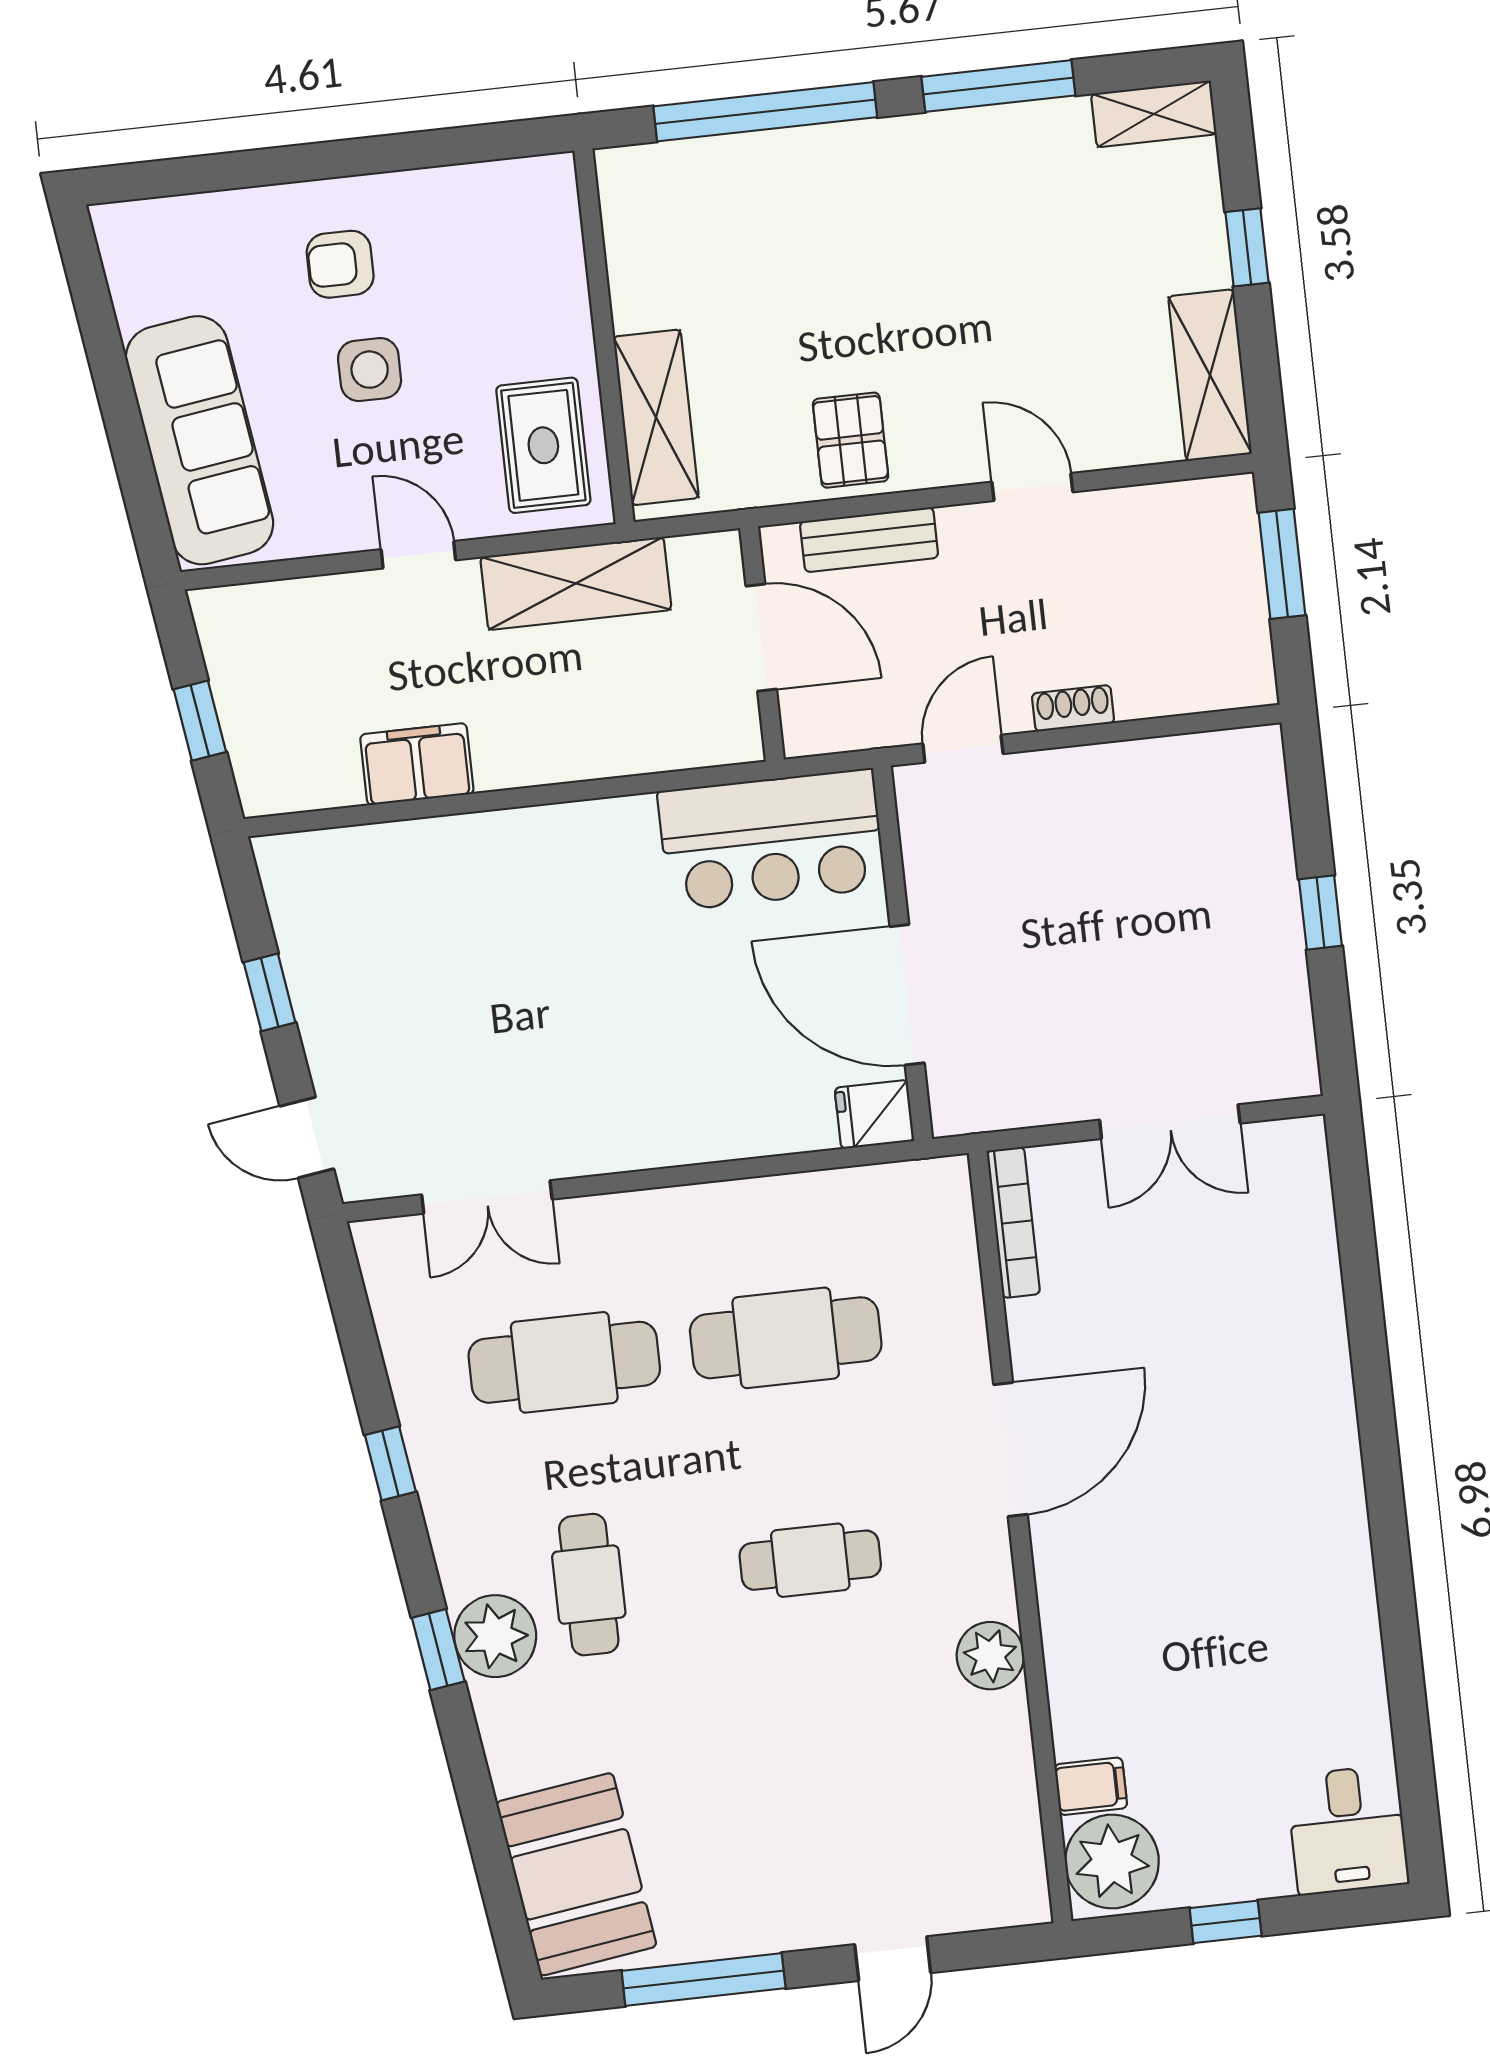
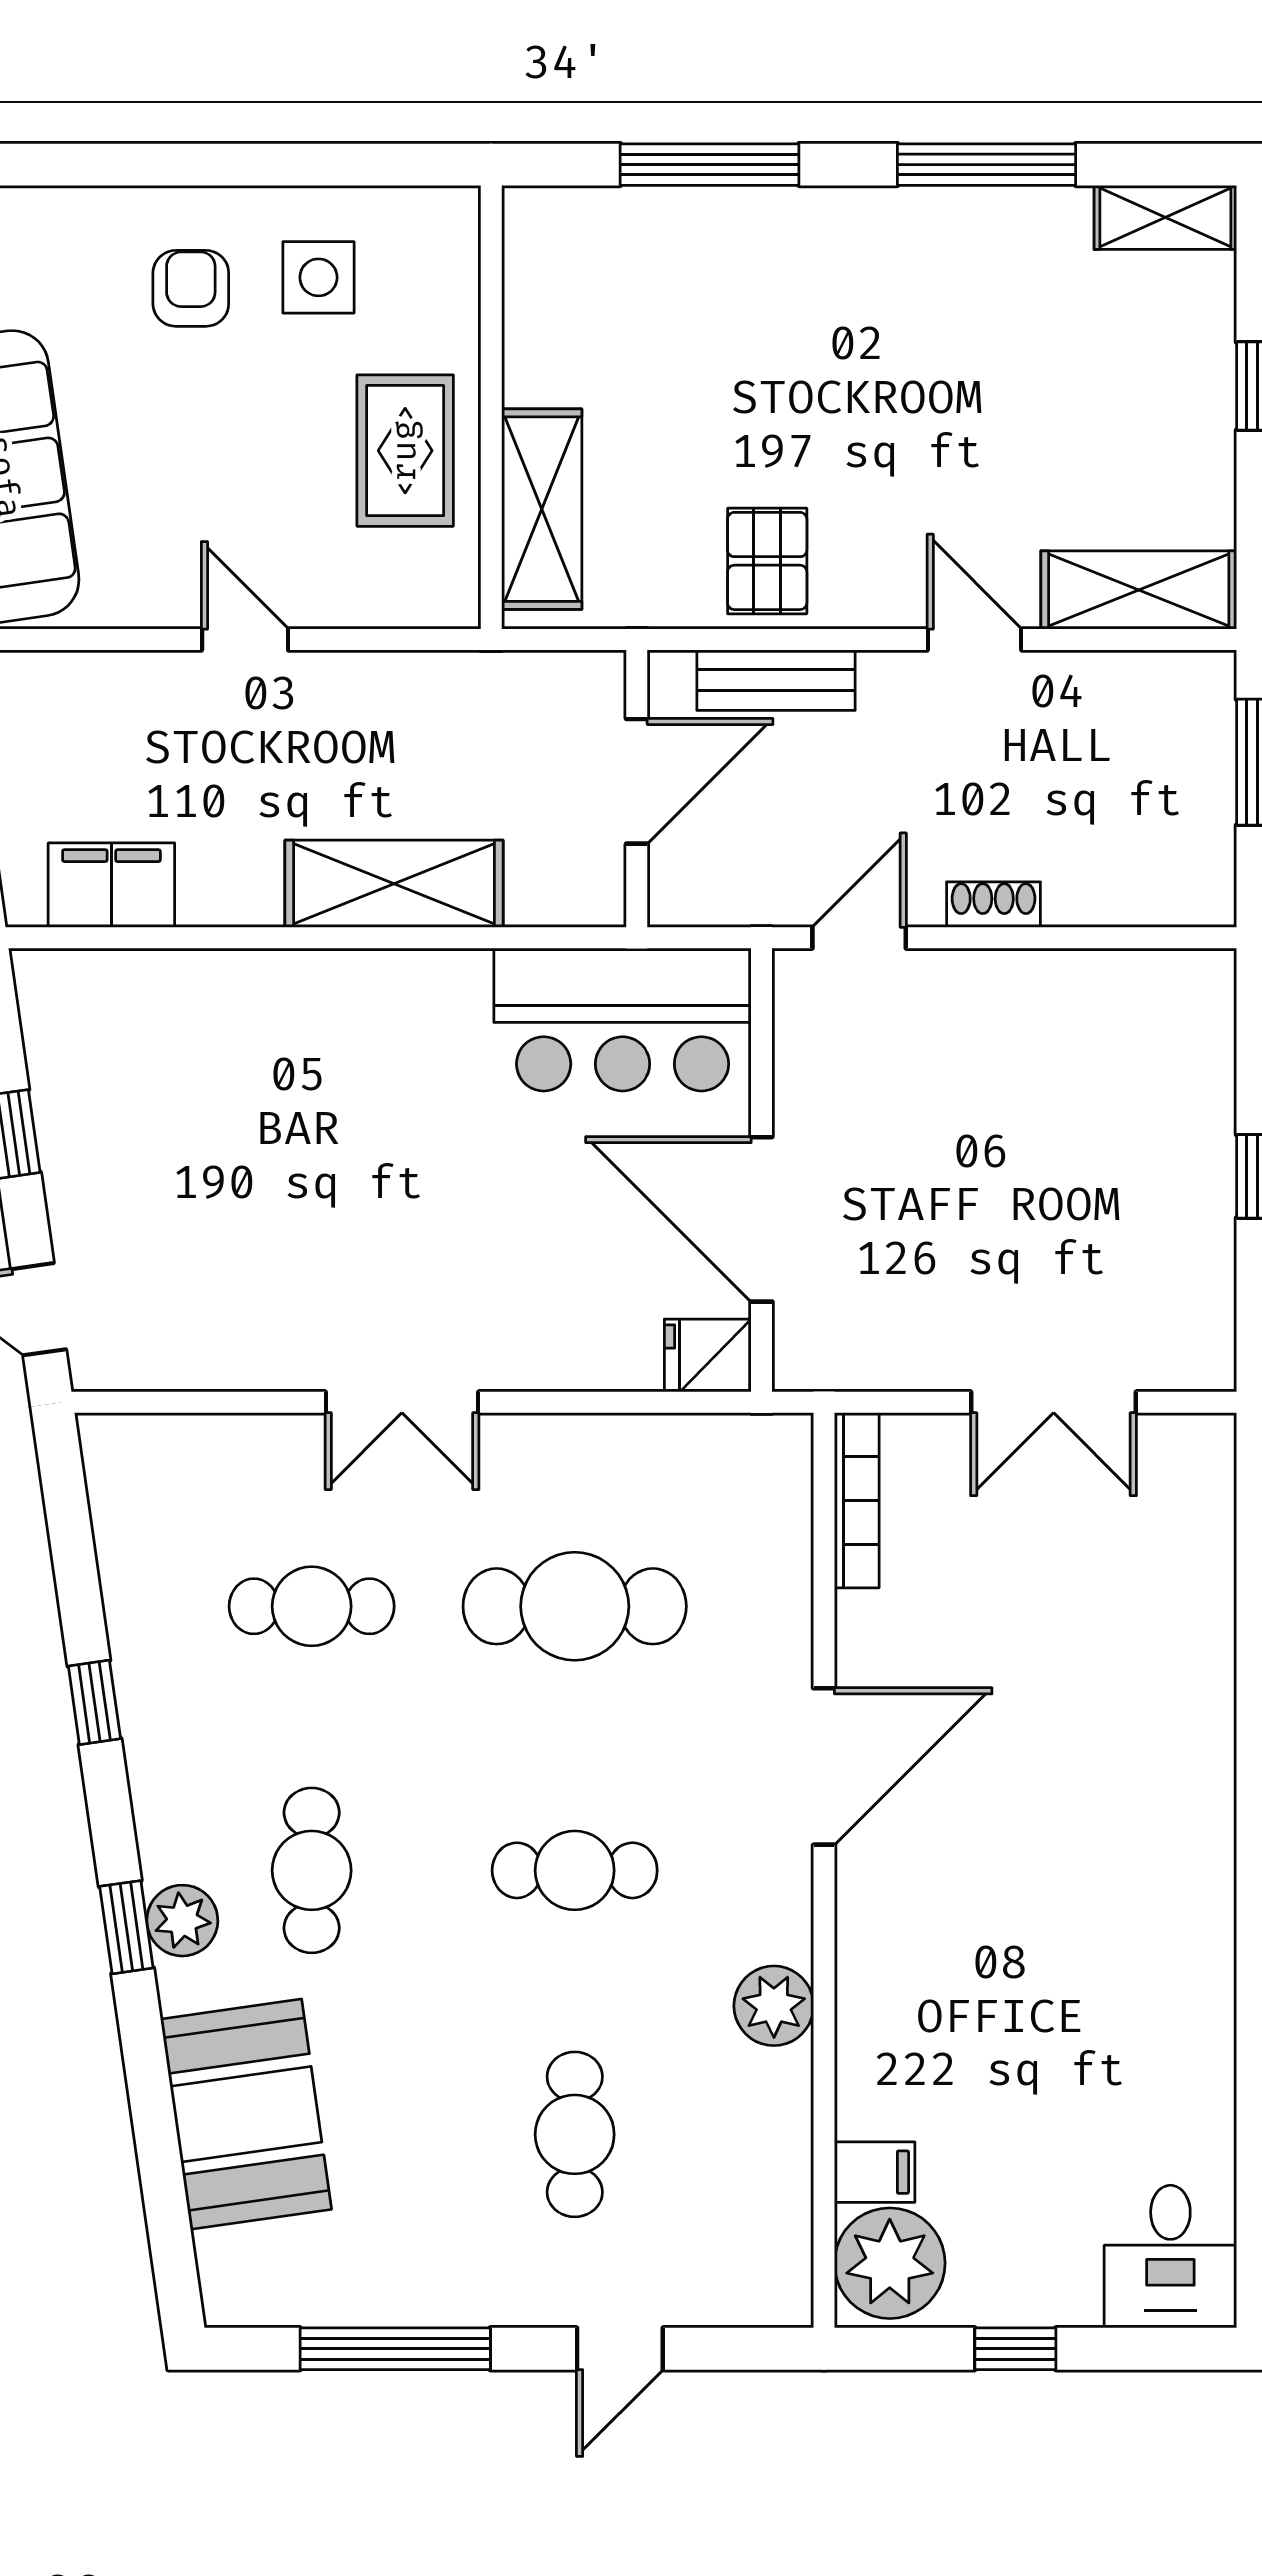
window: (765, 112) -> (710, 165), width x0.68
armchair: (340, 264) -> (191, 288), turned 90
side table: (370, 370) -> (318, 277), moved
shelving: (1210, 375) -> (1139, 590), moved, turned 90
rug: (543, 445) -> (405, 451), moved
shelving: (576, 583) -> (394, 884), moved
door: (761, 638) -> (637, 781), hinge flipped
filing cabinet: (417, 764) -> (111, 885), moved
double door: (487, 1197) -> (402, 1402), moved
cafe table: (564, 1362) -> (312, 1606), width x0.73, depth x0.74
plant: (495, 1636) -> (182, 1921), width x0.73, depth x0.73
cafe table: (835, 1782) -> (575, 2134), added
booth: (576, 1874) -> (246, 2114), moved

